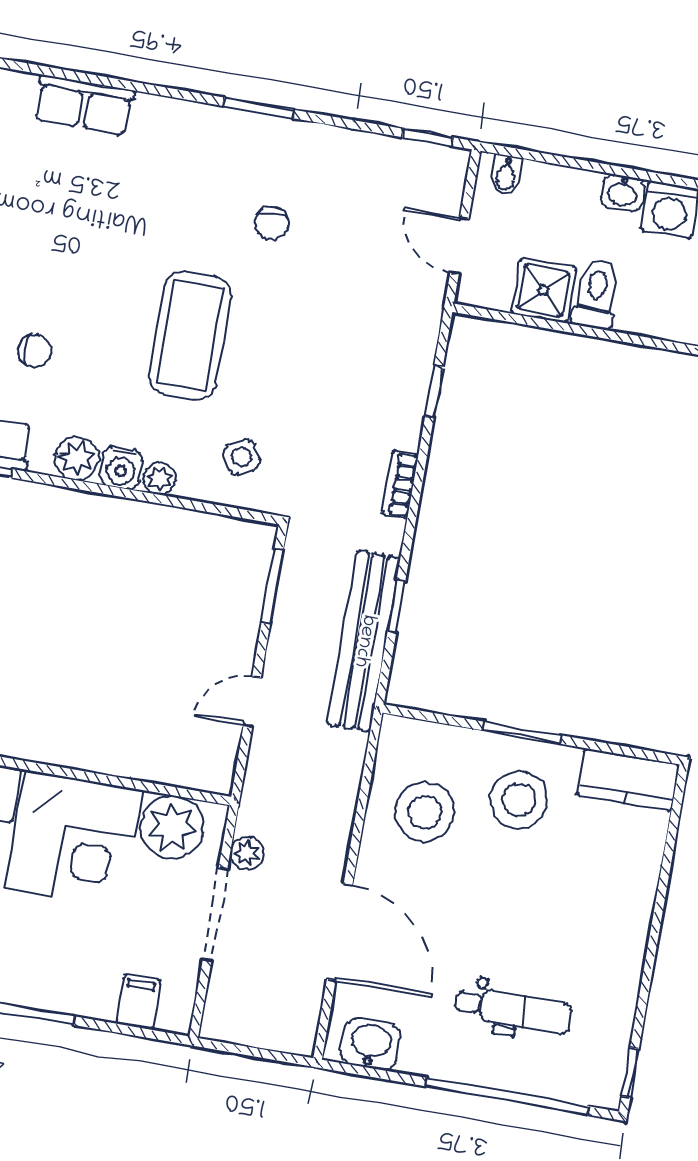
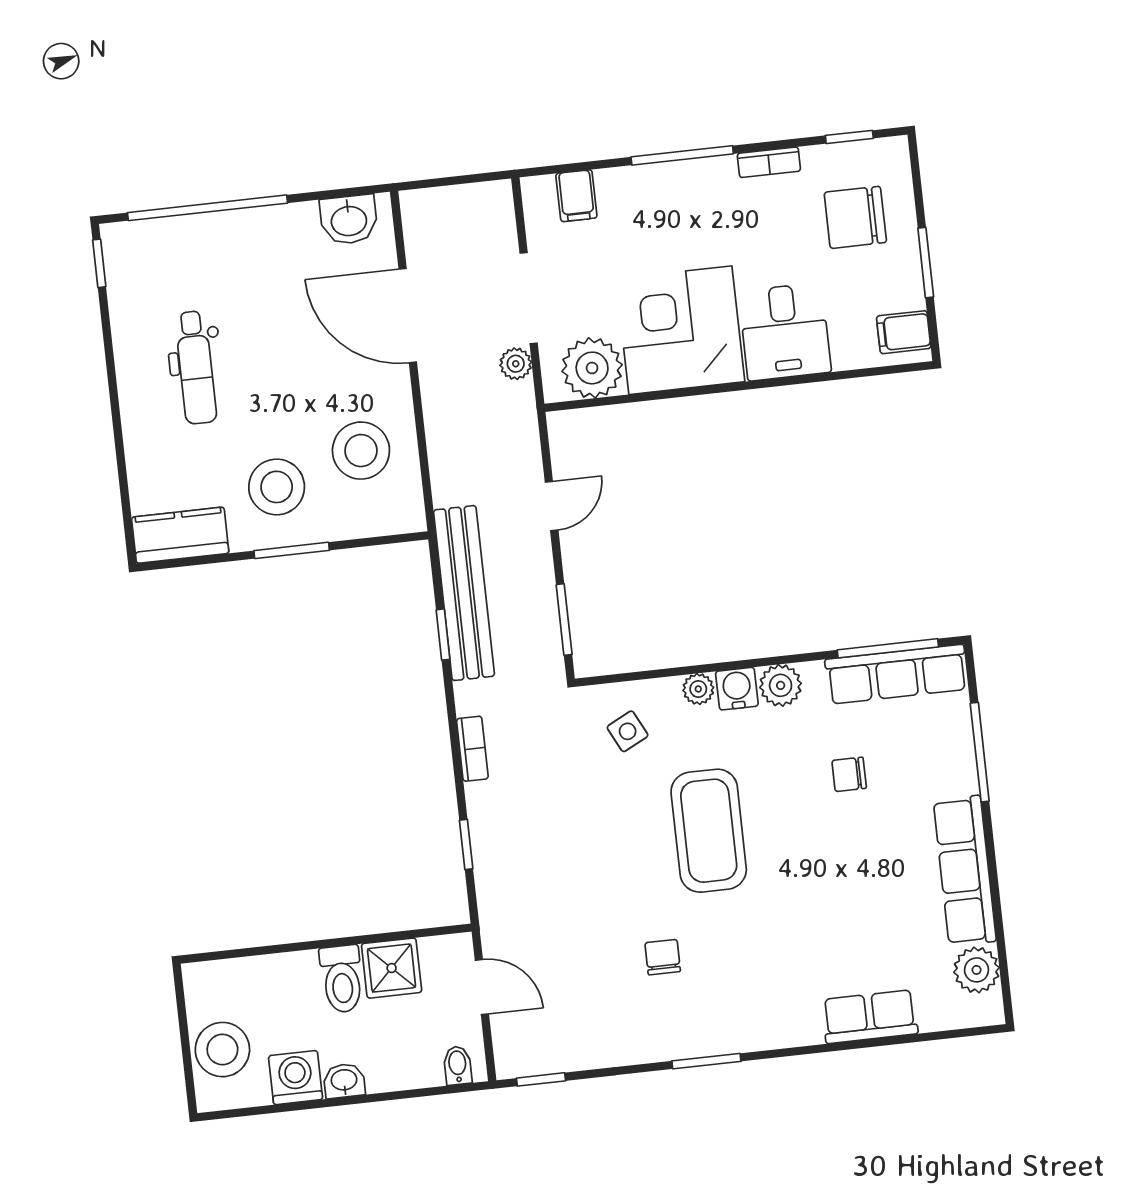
dental chair: (513, 1010) -> (196, 367), moved, turned -90

